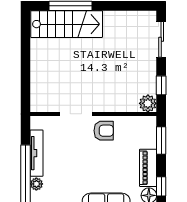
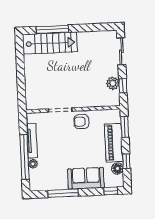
plant: (148, 103) -> (113, 83), moved
armchair: (104, 131) -> (81, 122), turned 180
piano: (148, 168) -> (114, 143), width x1.37, depth x1.33

